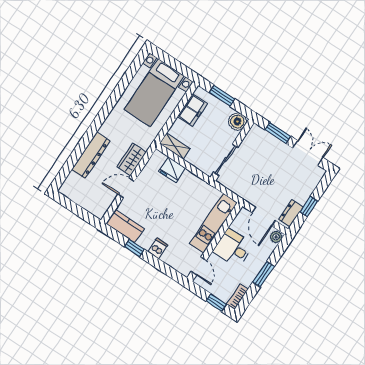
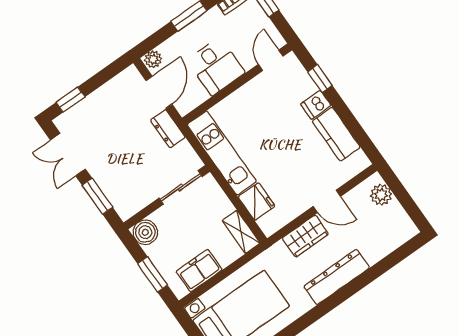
dresser: (91, 155) -> (337, 277), moved
plant: (92, 206) -> (381, 195), added
window: (309, 207) -> (70, 100), moved
dresser: (291, 213) -> (168, 129), moved, turned 90
kitchen unit: (213, 223) -> (222, 153), moved, turned -90
kitchen counter: (125, 226) -> (336, 134), moved
window: (134, 248) -> (320, 79), moved

